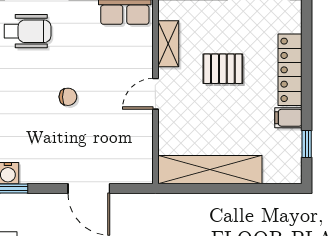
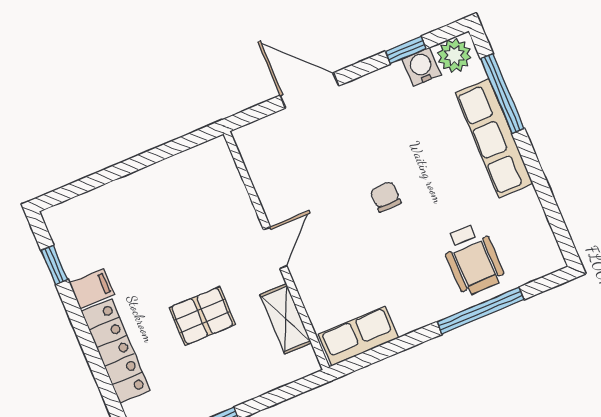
wheelchair: (27, 31) -> (473, 259), turned -90
chair: (68, 97) -> (386, 197), turned 89
shelving: (210, 170) -> (165, 180), removed

